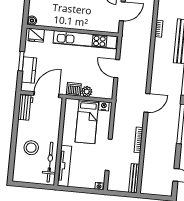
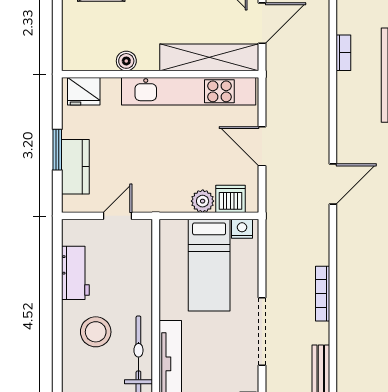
boiler: (32, 21) -> (126, 61), moved
shelving: (96, 25) -> (209, 57), added
dishwasher: (74, 89) -> (230, 199), moved
door: (46, 95) -> (117, 216), width x0.53
door: (147, 103) -> (333, 184), moved
workbench: (25, 108) -> (75, 273), moved

